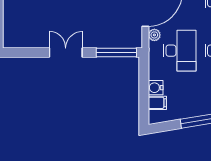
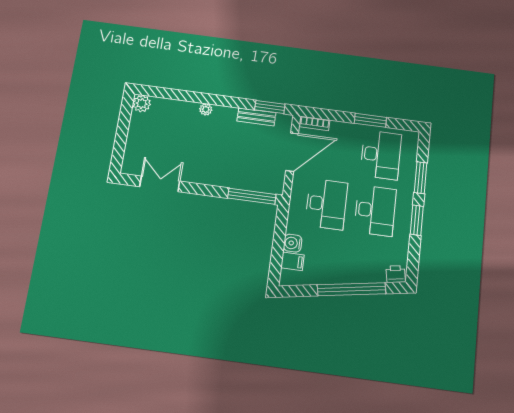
plant: (154, 35) -> (299, 182), removed
double door: (66, 52) -> (160, 184), moved

